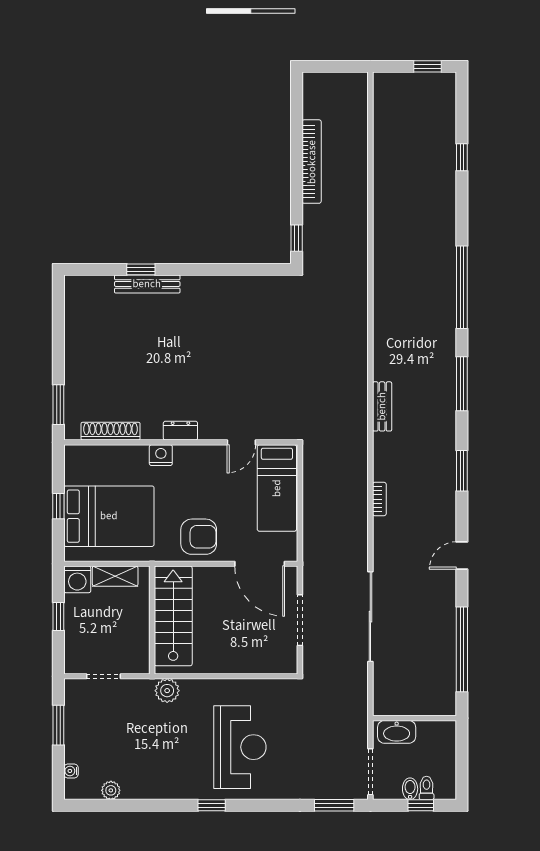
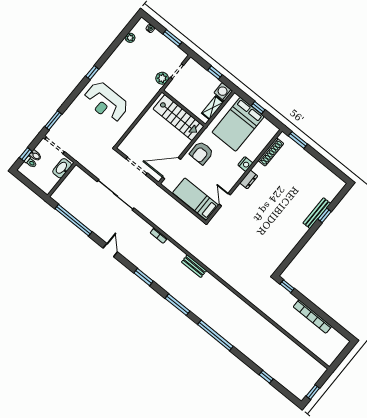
plant: (167, 691) -> (162, 78), moved

